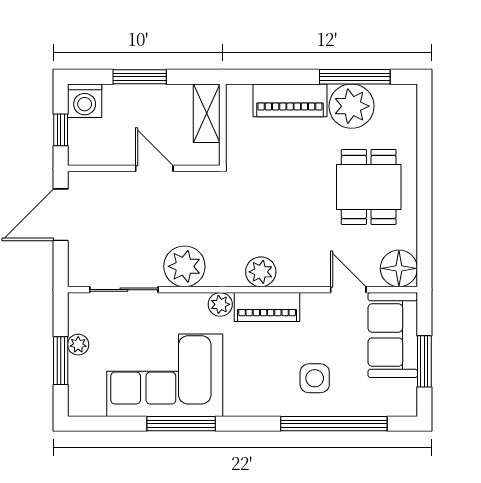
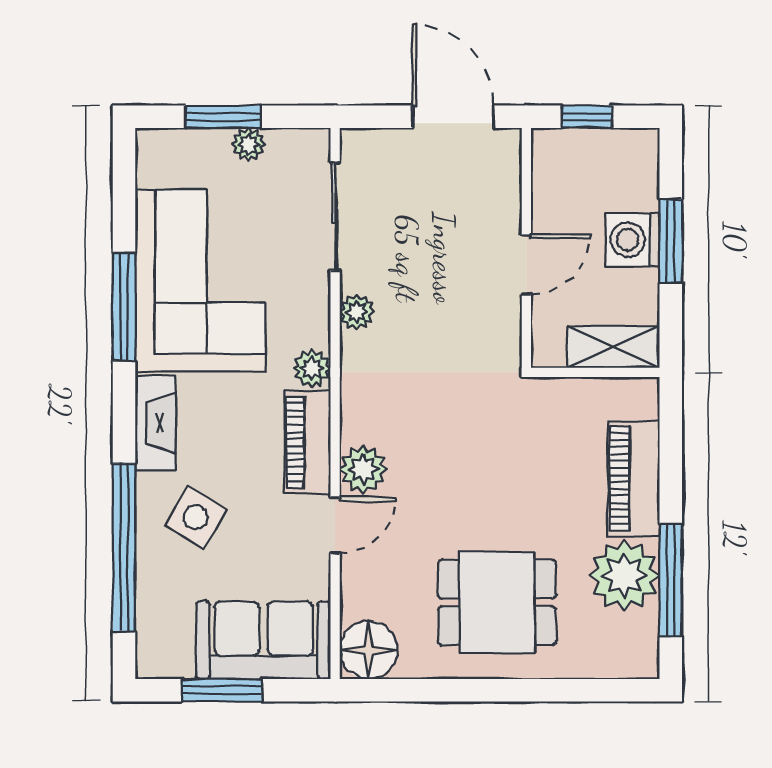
washing machine: (85, 101) -> (633, 240), moved
plant: (184, 266) -> (357, 312), width x0.53, depth x0.53
plant: (261, 272) -> (363, 469), moved
door: (348, 290) -> (335, 525), moved
side table: (315, 378) -> (195, 517), turned 31
fireplace: (255, 404) -> (155, 423), added

